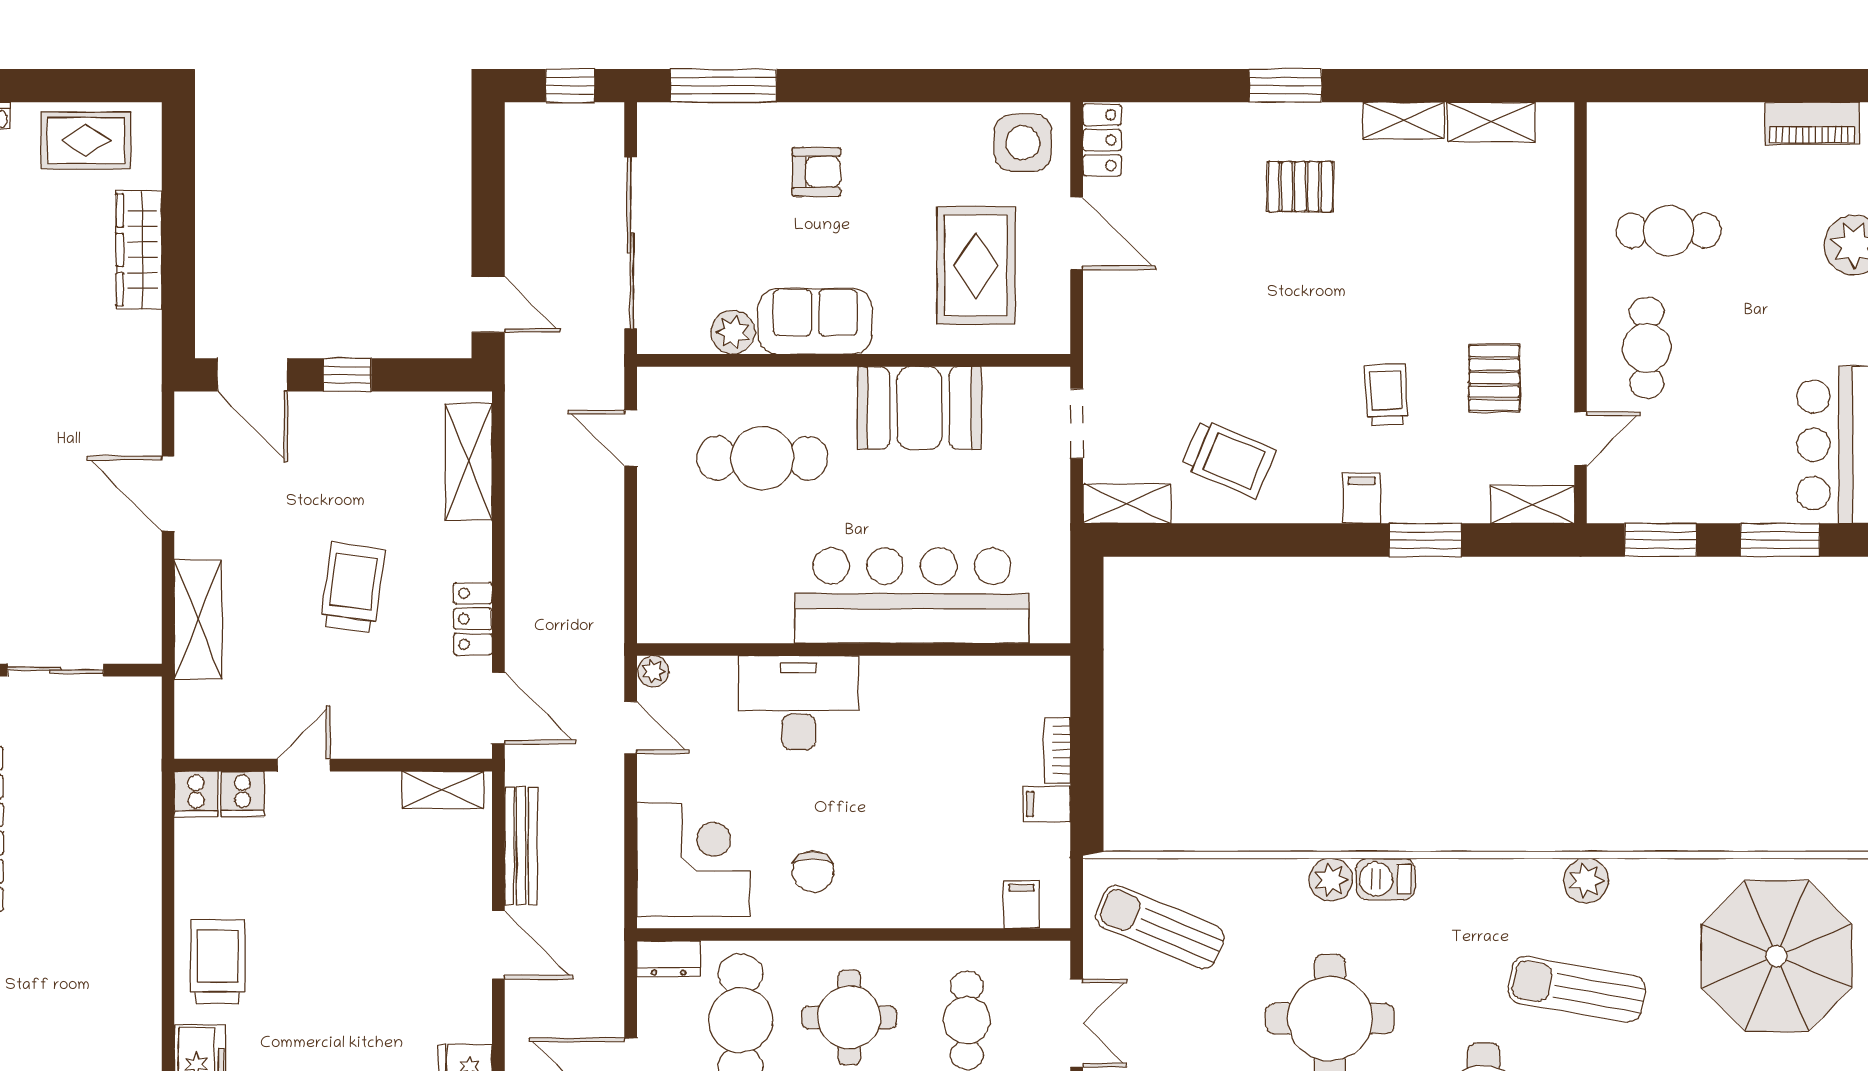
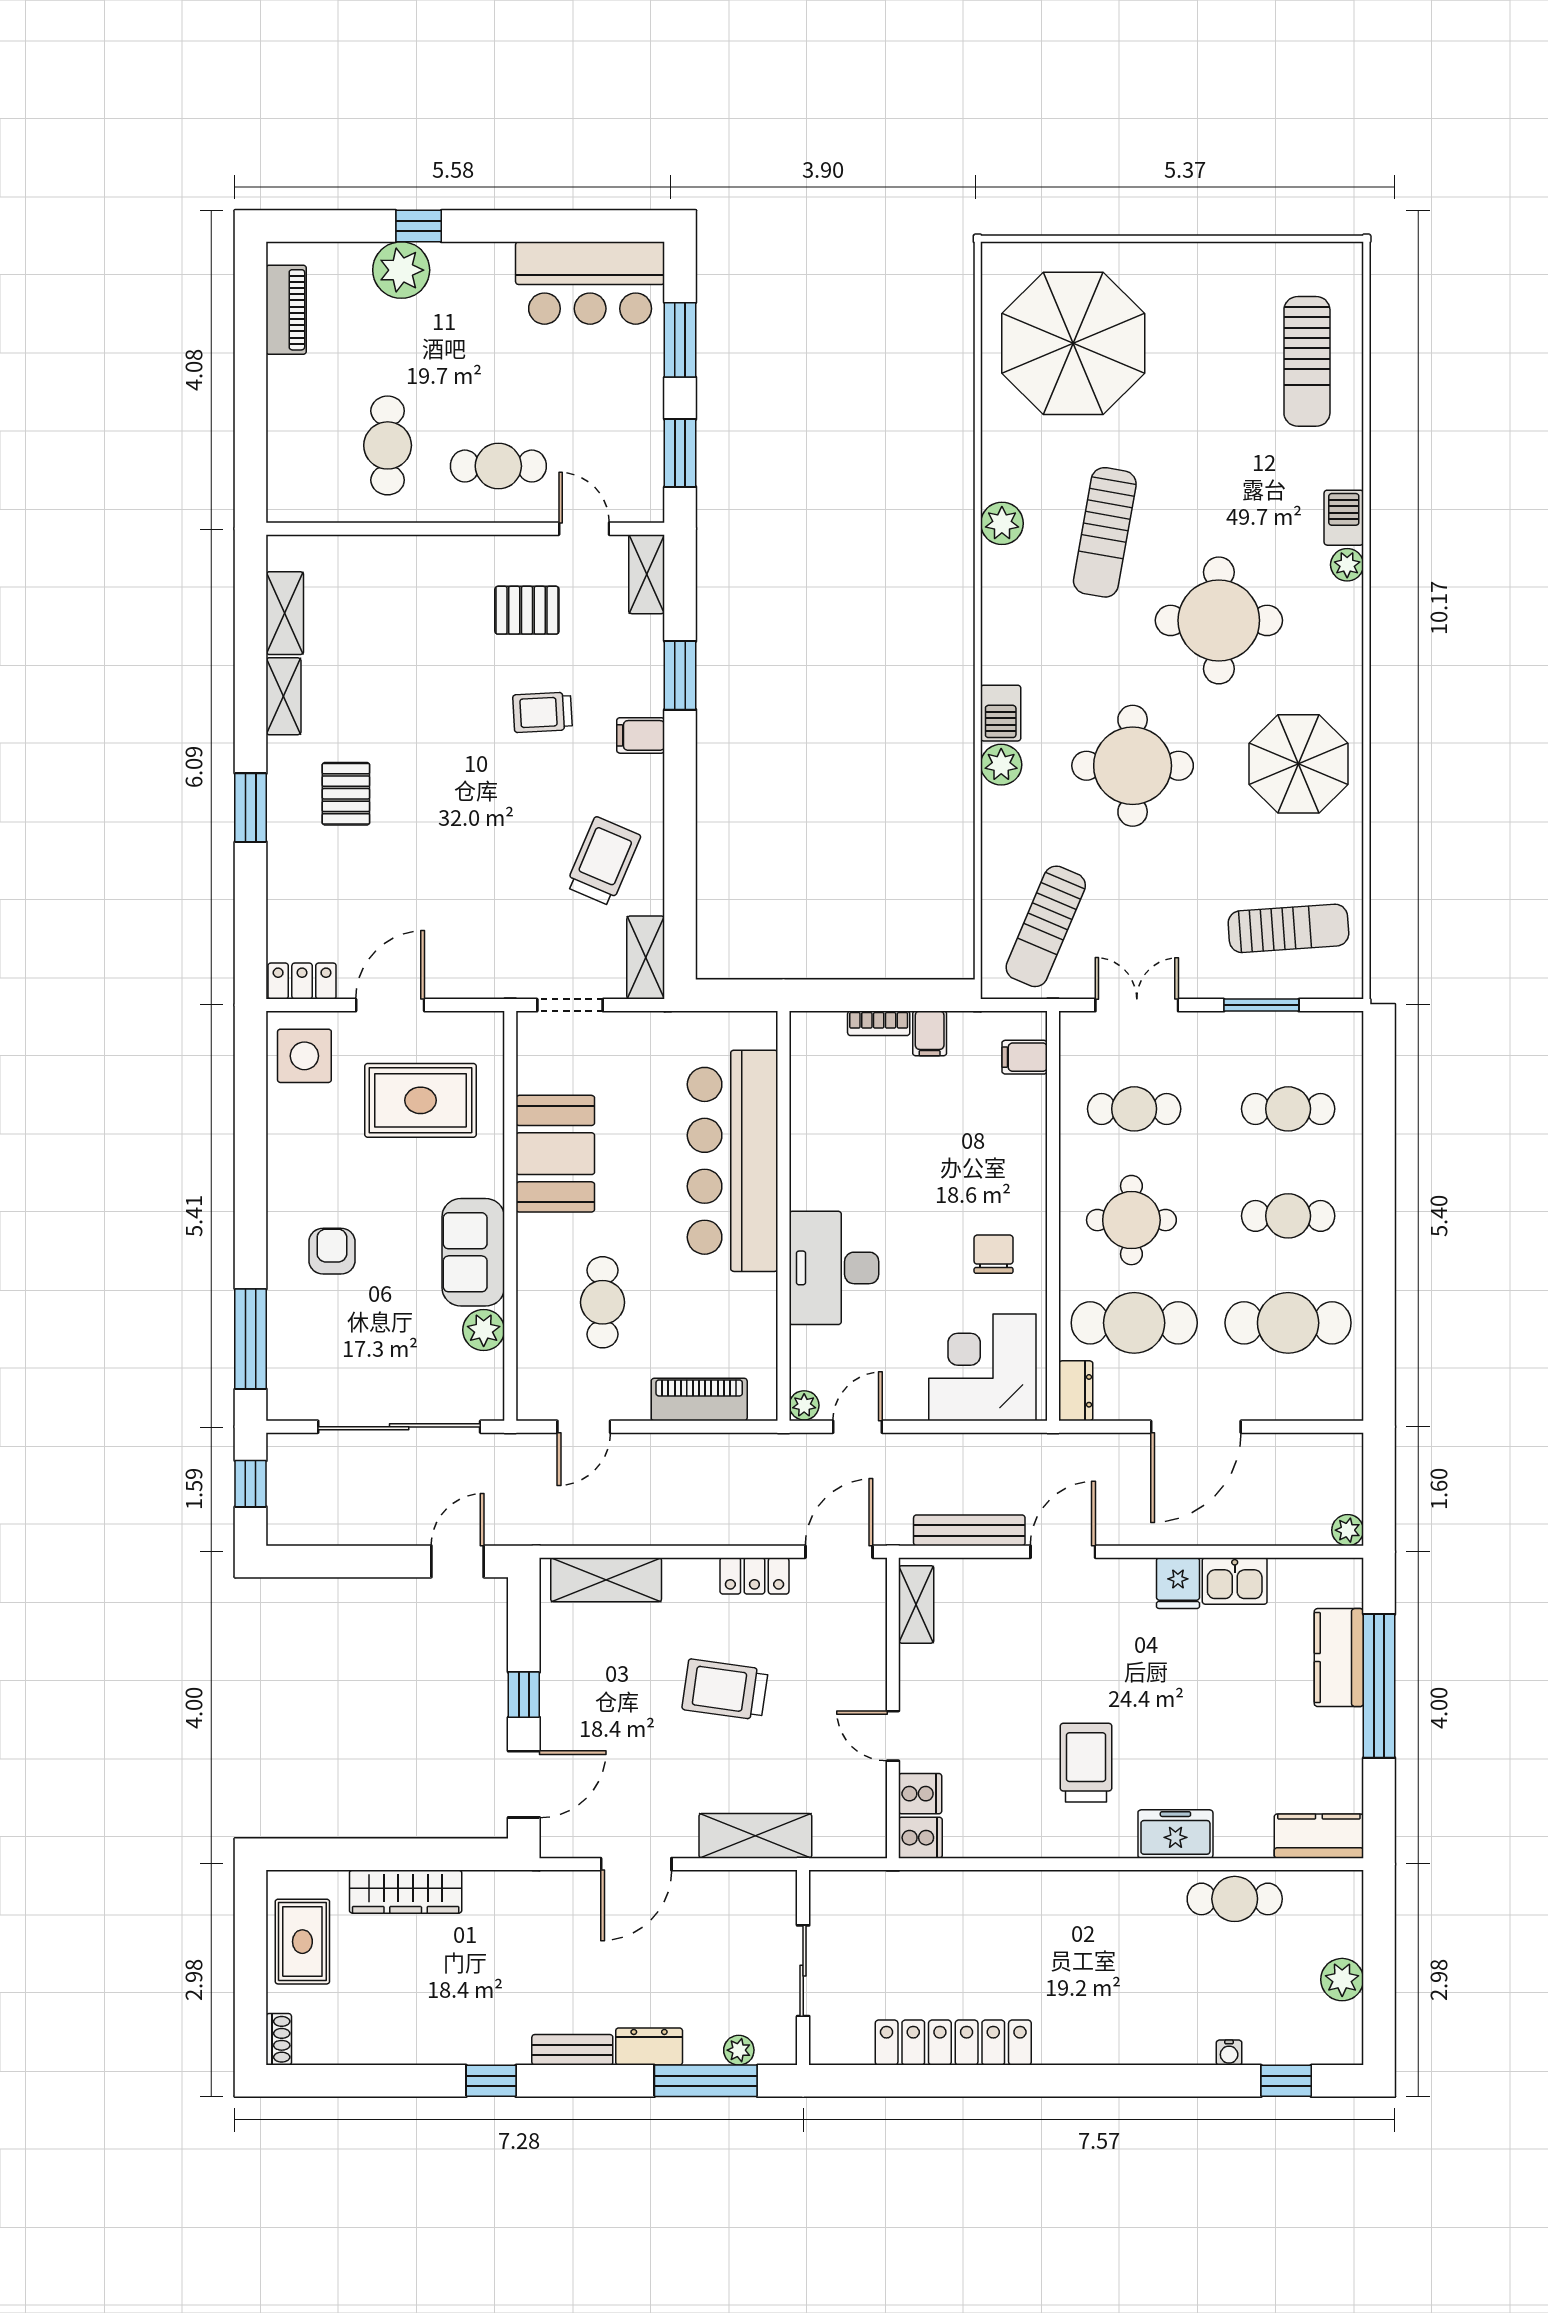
cafe table: (762, 458) -> (603, 1302), width x0.73, depth x0.74
piano: (659, 560) -> (699, 1400), added
chair: (813, 872) -> (994, 1254), turned -90
trolley: (218, 962) -> (1086, 1763), moved, turned 90

